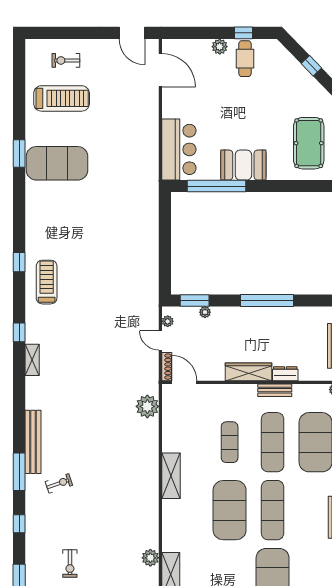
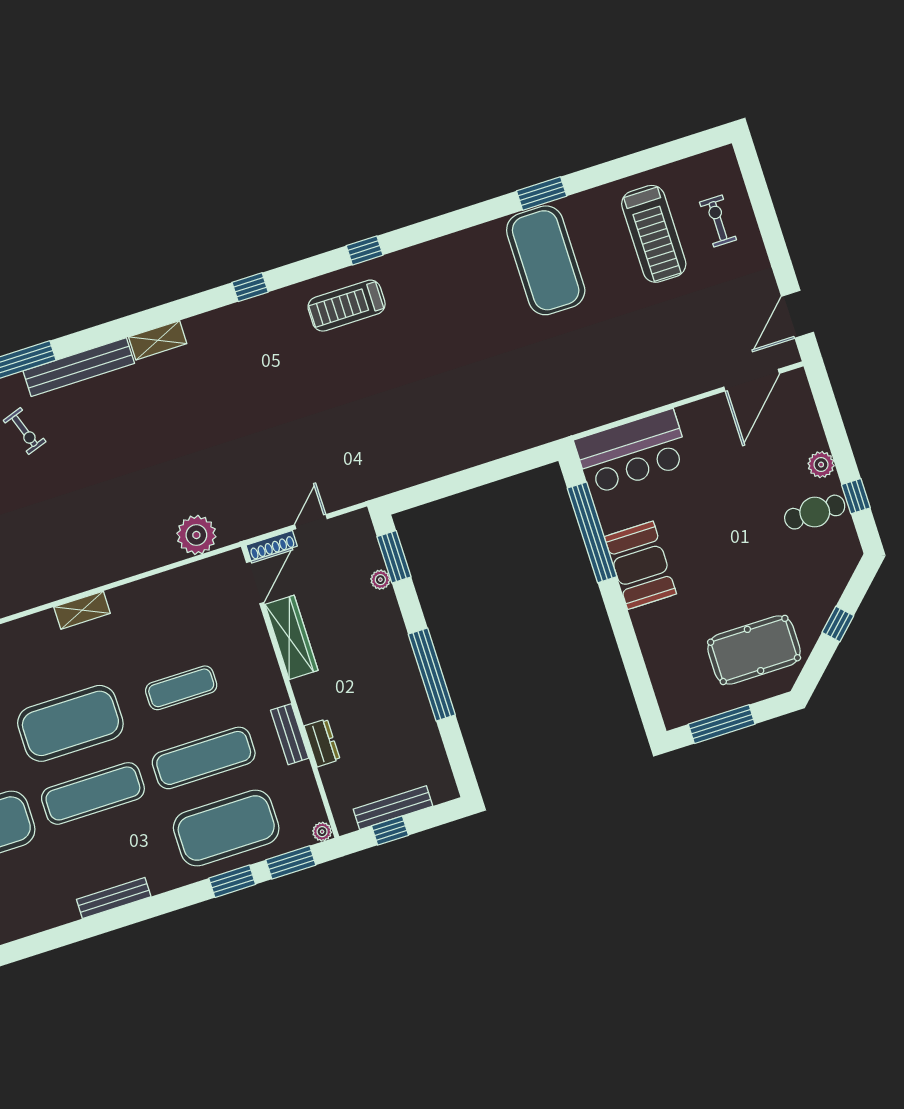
pool table: (309, 143) -> (754, 650), moved
treadmill: (47, 282) -> (347, 306), turned 180
plant: (168, 321) -> (346, 523), removed
shelving: (32, 360) -> (158, 340), moved
wardrobe: (248, 372) -> (292, 637), moved
shelving: (171, 476) -> (82, 610), width x0.67, depth x0.75

